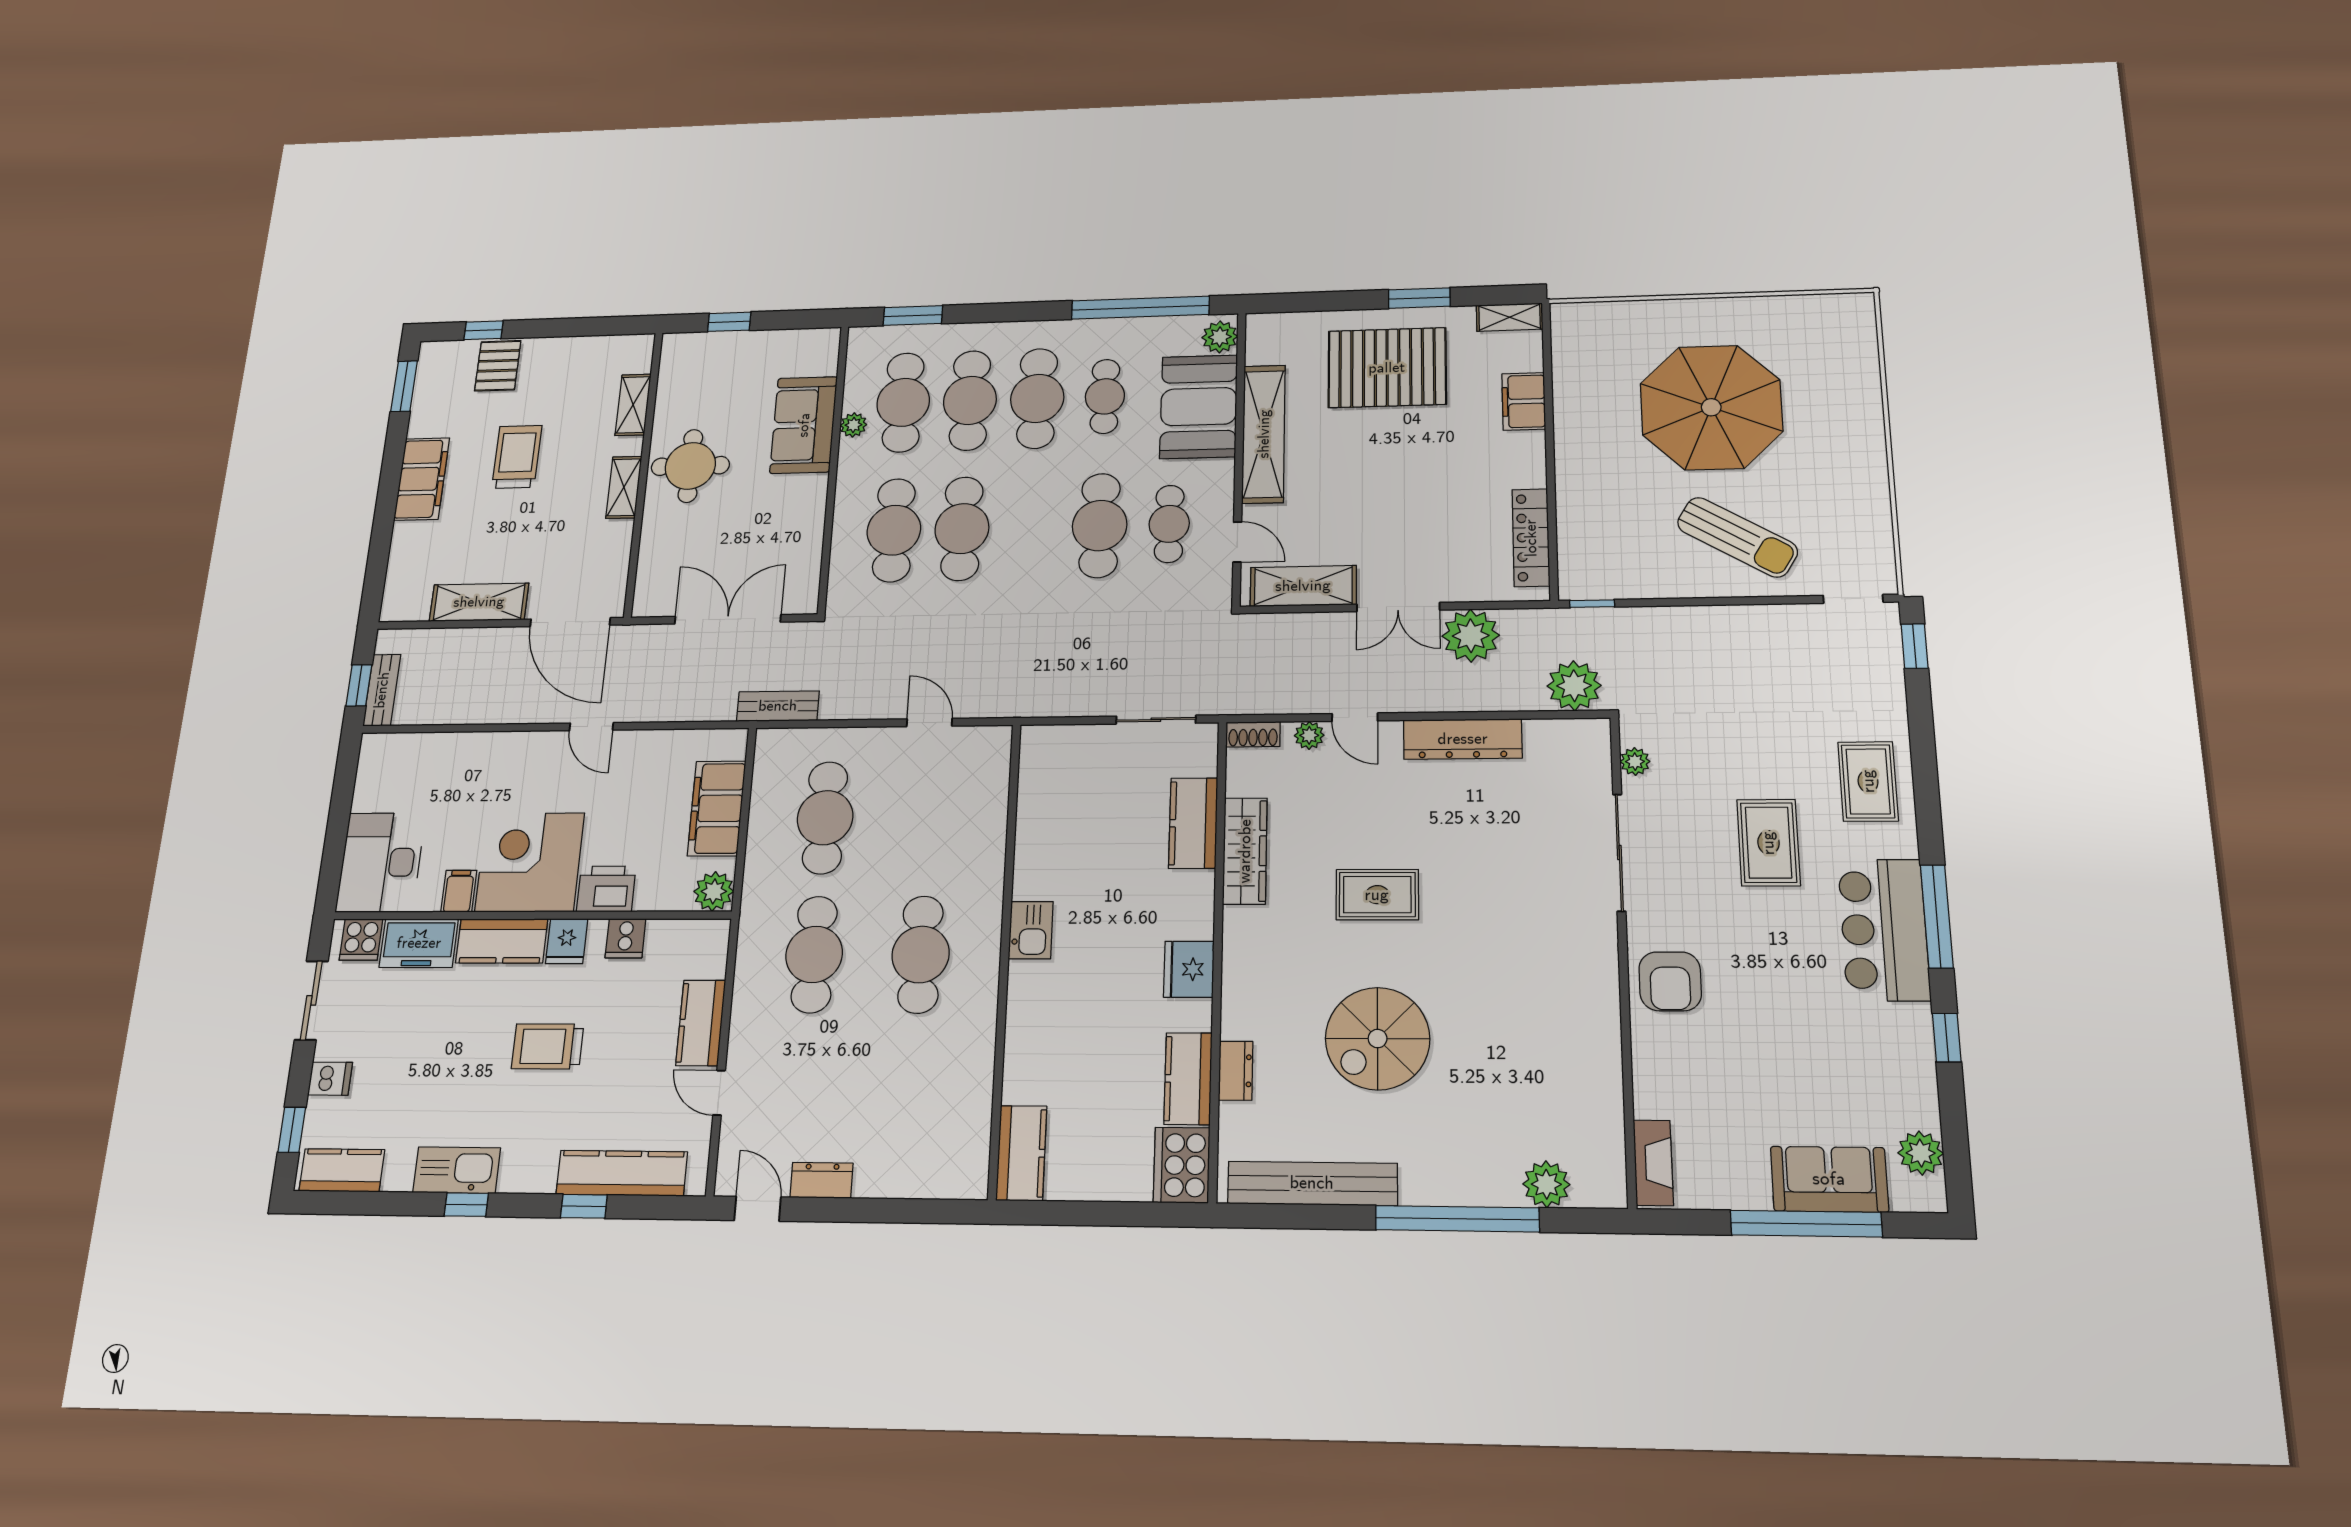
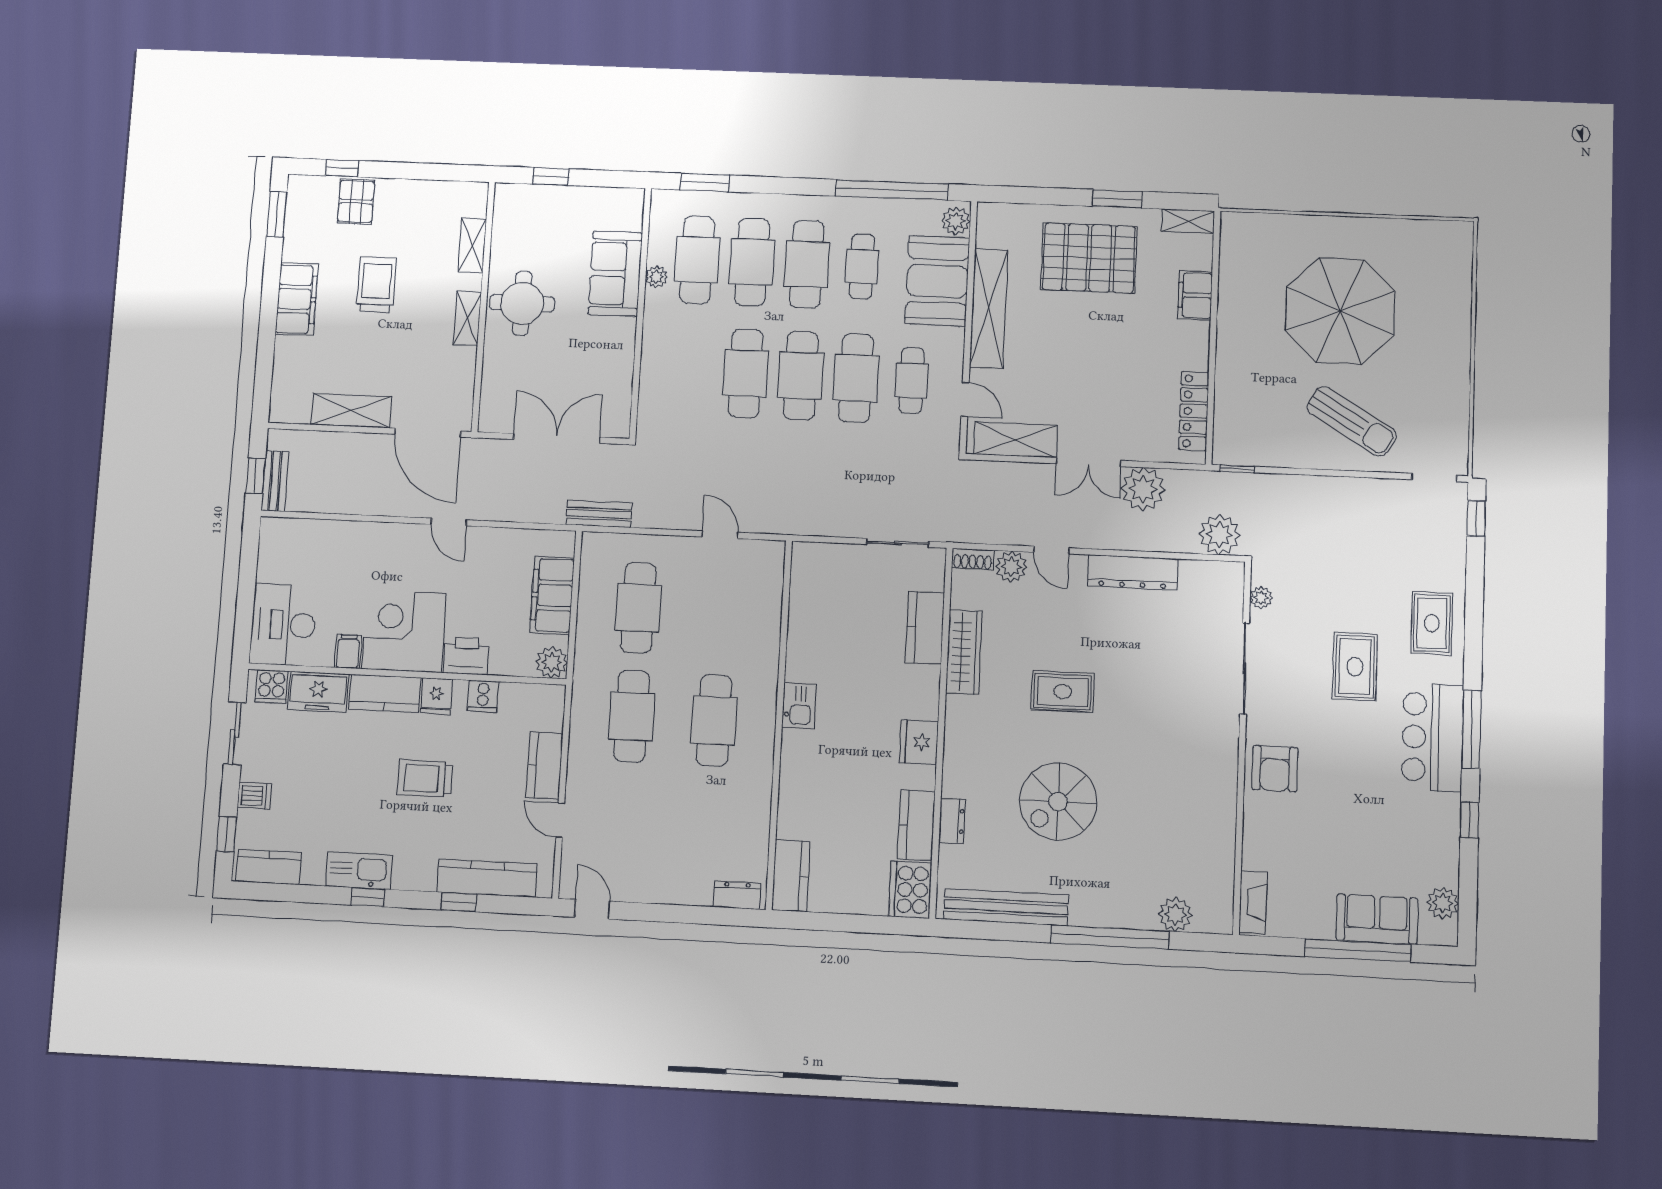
cafe table: (894, 530) -> (801, 376), moved
plant: (1309, 735) -> (1011, 567), width x1.38, depth x1.38
dresser: (822, 1180) -> (737, 895), moved

